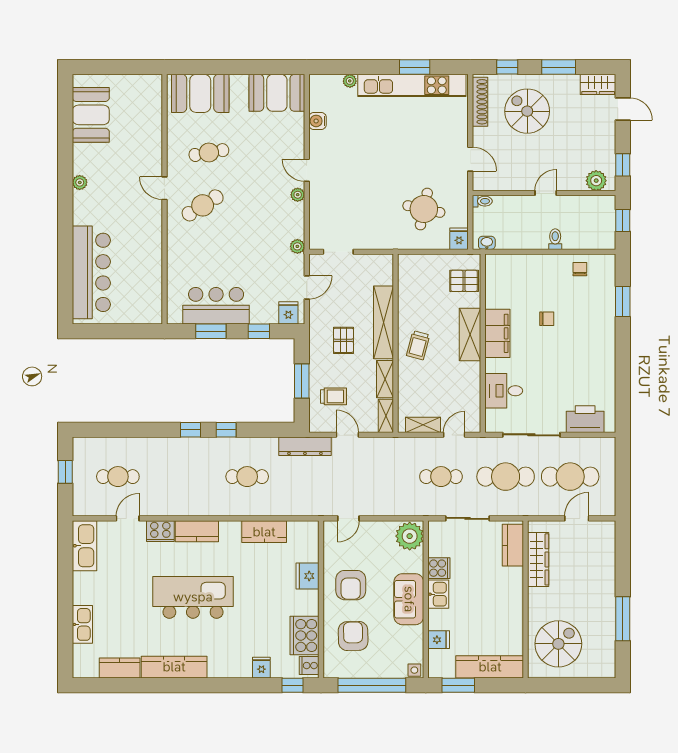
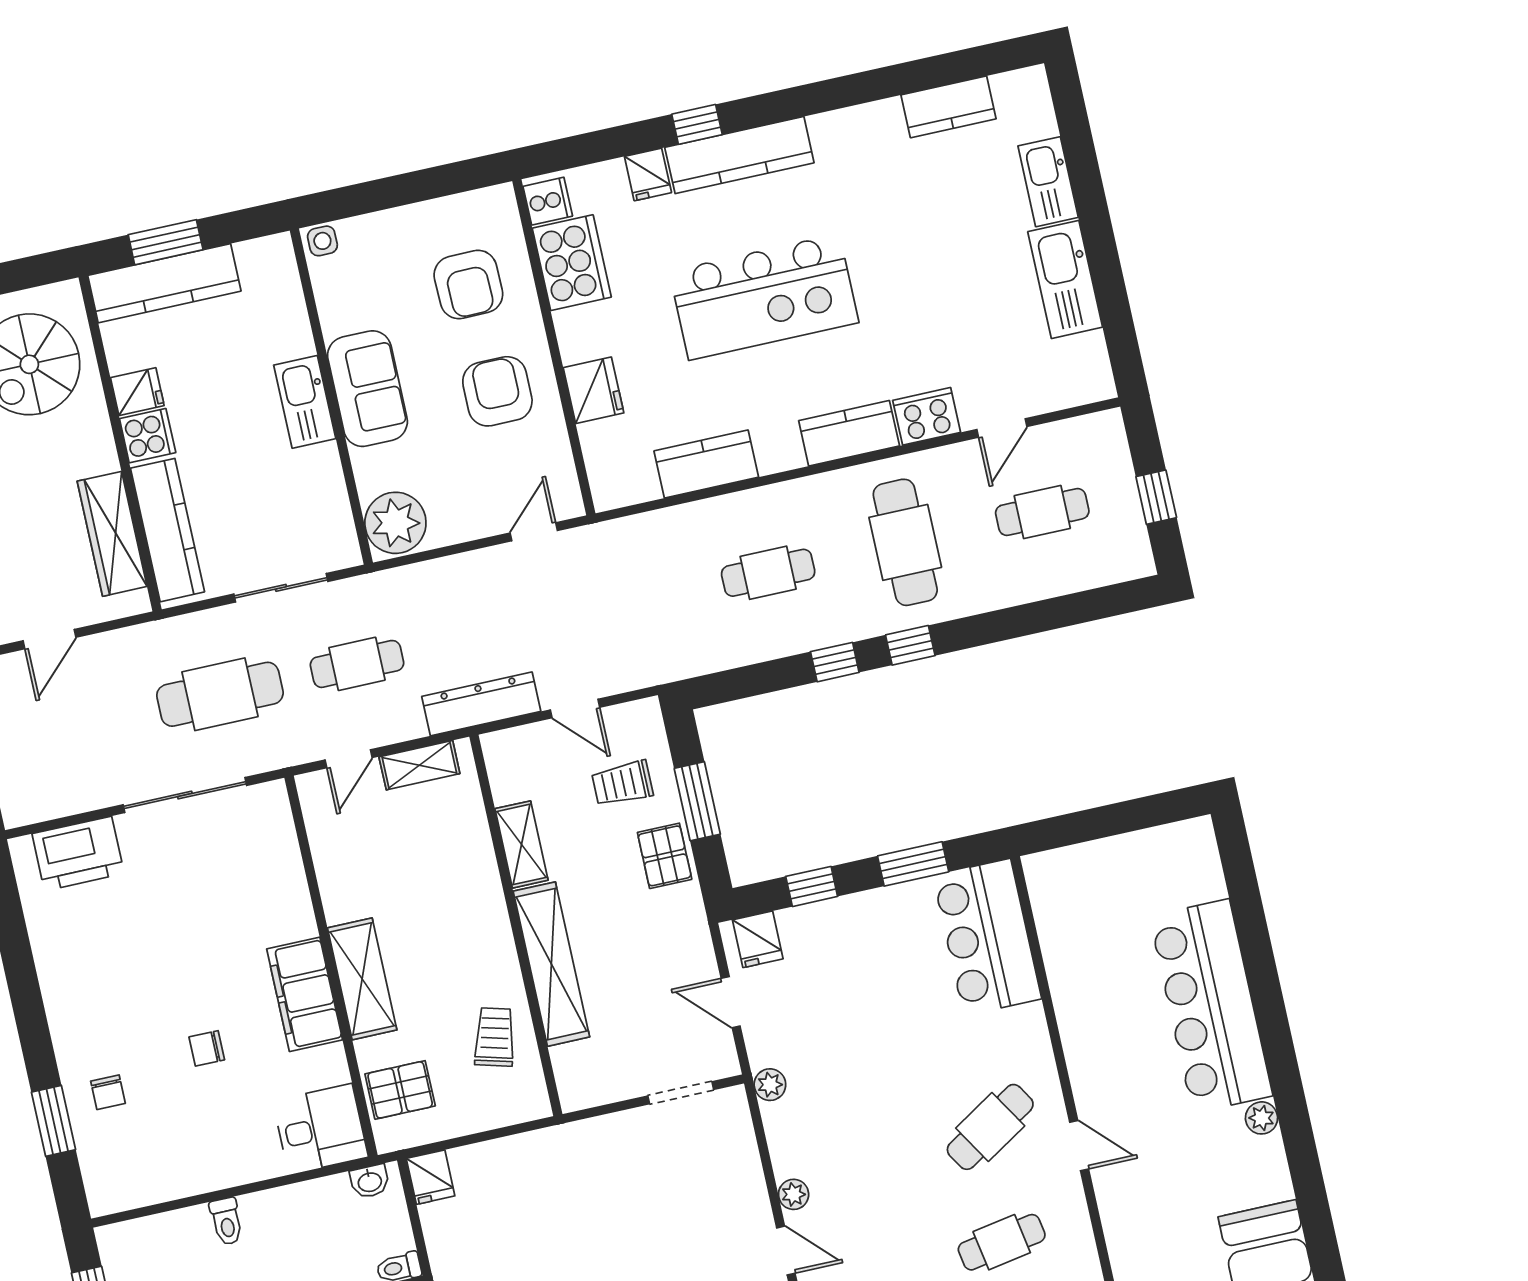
round table: (424, 209) -> (519, 1223), removed
chair: (580, 269) -> (108, 1092), moved
bar counter: (91, 272) -> (1211, 1006), moved
door: (307, 287) -> (731, 1002), hinge flipped
bar counter: (216, 306) -> (987, 937), moved, turned 90
pallet: (343, 340) -> (665, 856), moved
trolley: (418, 345) -> (495, 1037), moved
desk: (504, 391) -> (320, 1129), moved
shelving: (386, 416) -> (502, 767), removed
dresser: (305, 446) -> (481, 704), moved
cafe table: (570, 477) -> (905, 542), moved, turned 90
kitchen counter: (513, 545) -> (167, 530), width x1.50
kitchen sink: (84, 546) -> (1065, 279), moved
cooker: (439, 568) -> (148, 436), moved, turned 180
kitchen sink: (438, 594) -> (305, 402), width x1.38
kitchen island: (193, 597) -> (764, 297), moved
fridge: (439, 640) -> (137, 392), moved, turned 180
kitchen counter: (174, 667) -> (739, 155), moved
window: (293, 685) -> (697, 124), moved
window: (372, 685) -> (405, 189), removed
window: (458, 685) -> (166, 242), moved

